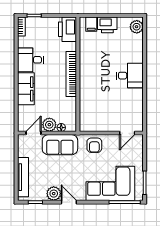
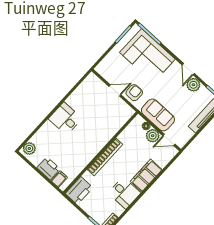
door: (127, 133) -> (115, 91), moved

